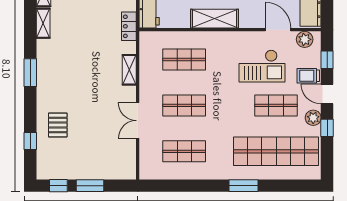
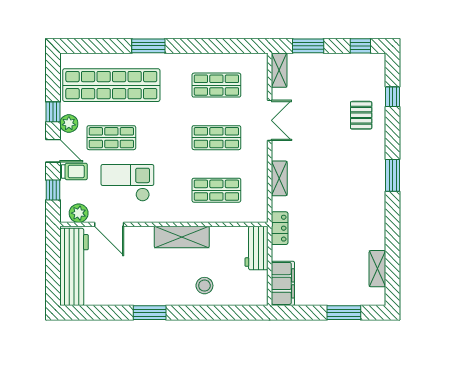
shelving: (43, 23) -> (279, 70), moved
window: (90, 186) -> (308, 46), moved

